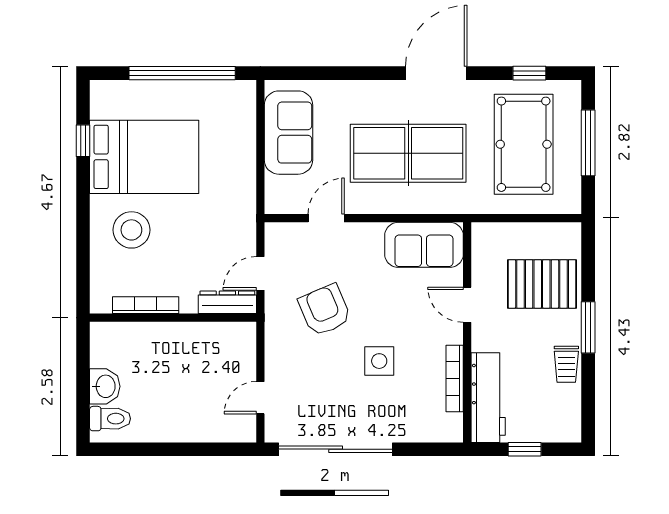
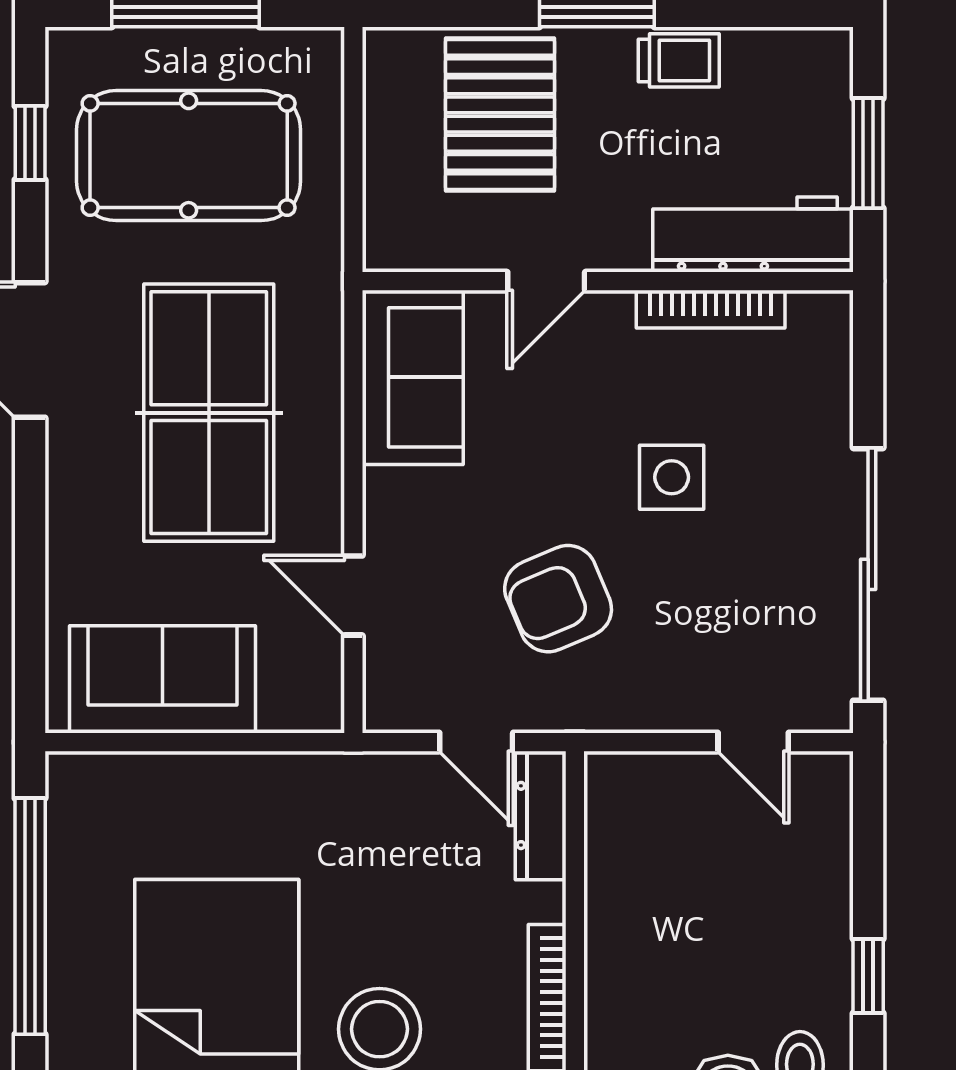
window: (155, 449) -> (868, 976), added
window: (525, 449) -> (868, 153), width x1.50

